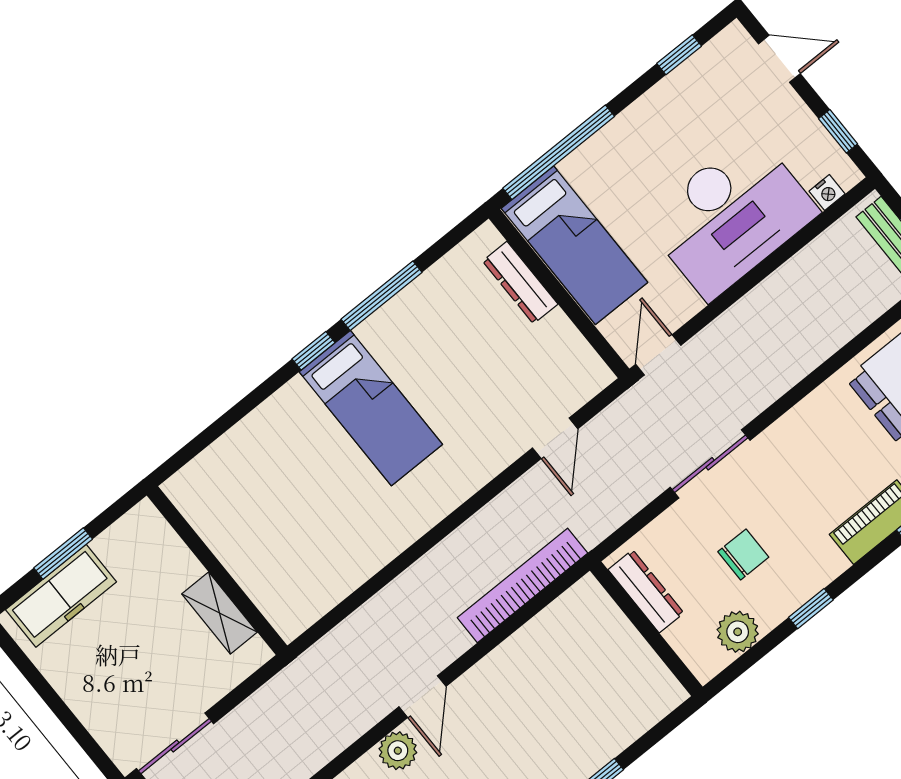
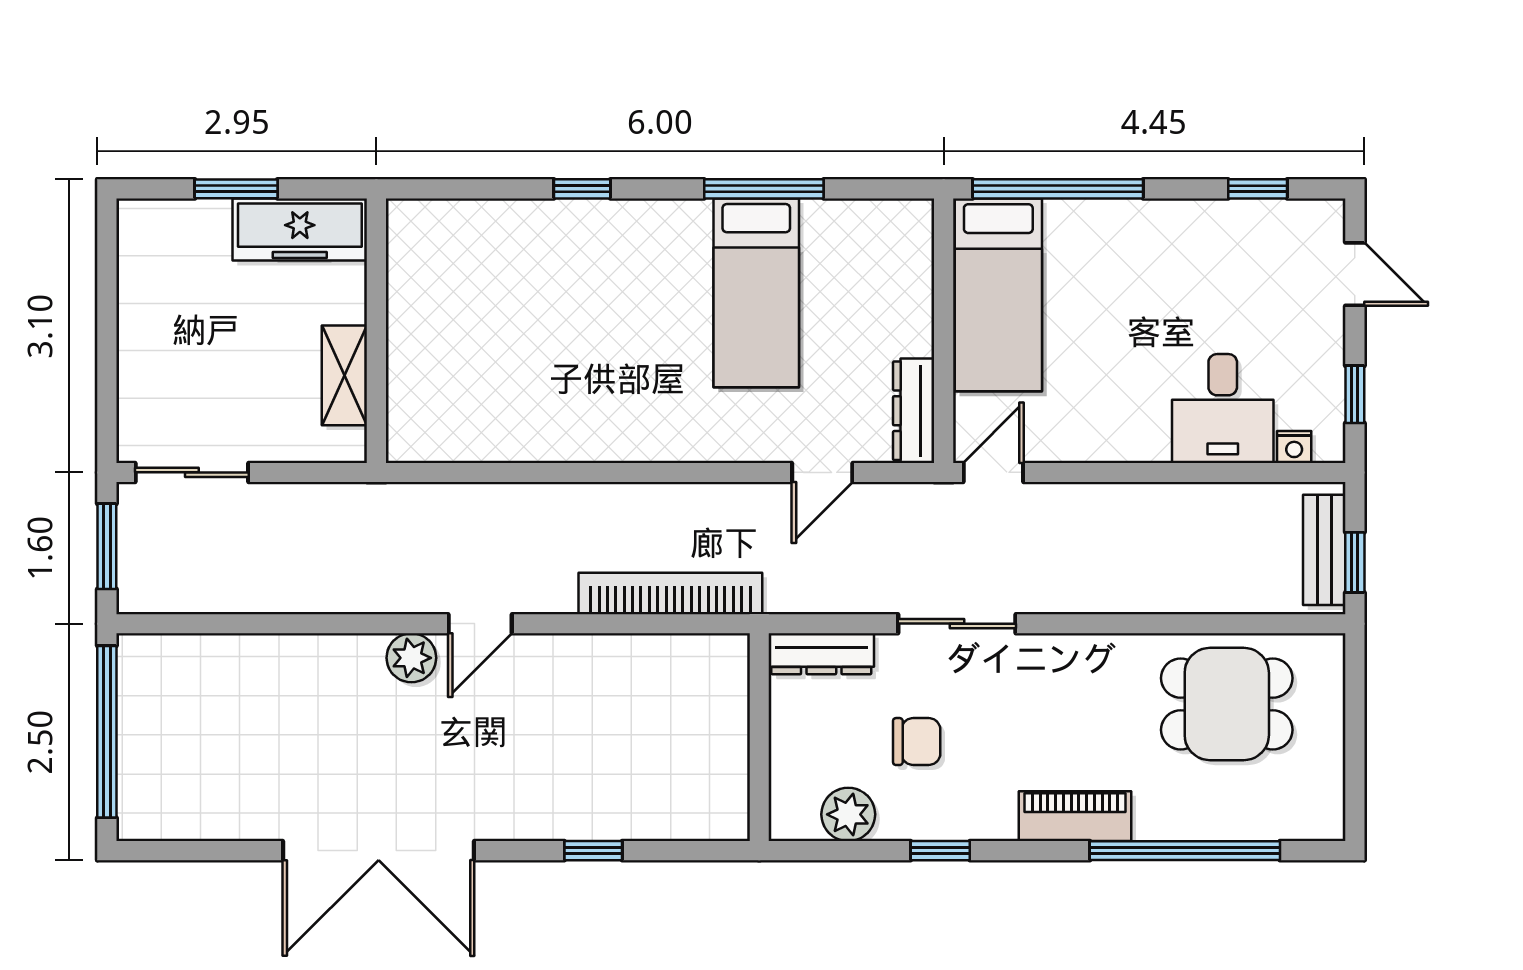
desk: (731, 216) -> (1223, 408), width x0.53, depth x0.77
dresser: (520, 283) -> (914, 411), moved
window: (314, 351) -> (582, 189), moved
bed: (371, 408) -> (756, 293), moved
dresser: (646, 591) -> (821, 654), moved, turned 90
freezer: (61, 596) -> (300, 229), moved

